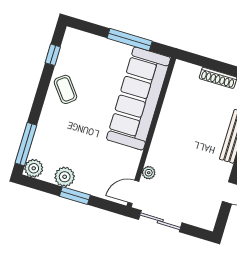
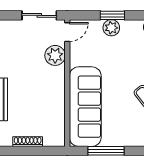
plant: (149, 173) -> (55, 55), width x1.88, depth x1.88
plant: (65, 177) -> (111, 28), moved

